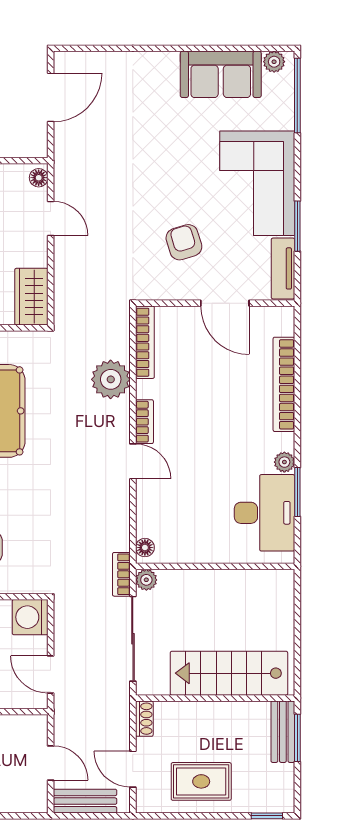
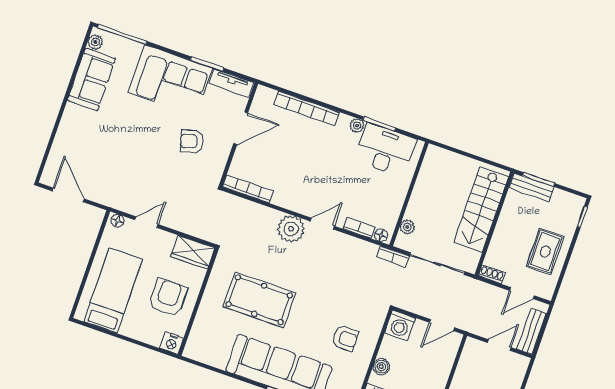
plant: (111, 379) -> (291, 229), moved
bookcase: (144, 422) -> (359, 228), moved
plant: (146, 580) -> (407, 227), moved

